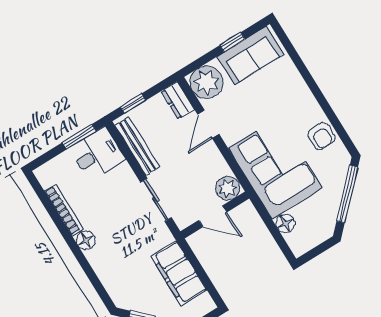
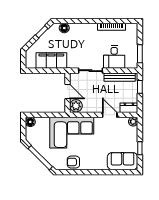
sofa: (251, 56) -> (122, 161), moved, turned 90
plant: (206, 82) -> (133, 122), width x0.53, depth x0.53
desk: (97, 154) -> (114, 57), moved
door: (213, 216) -> (68, 91), swing flipped
floor lamp: (285, 223) -> (30, 122), moved
floor lamp: (86, 240) -> (64, 28), moved

